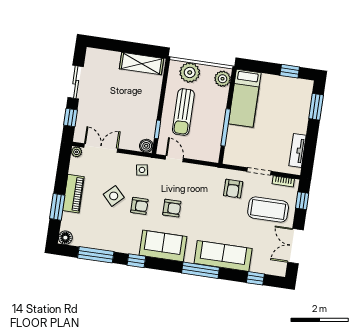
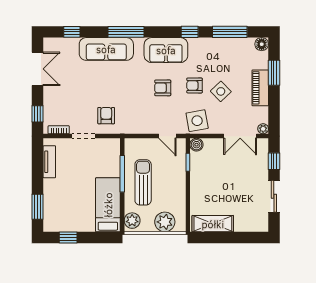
sun lounger: (183, 112) -> (143, 182), moved
side table: (142, 170) -> (197, 121), width x1.87, depth x1.87
coffee table: (268, 209) -> (69, 100), removed

